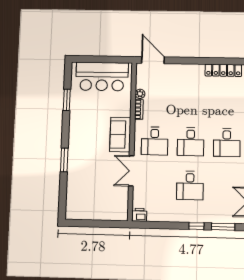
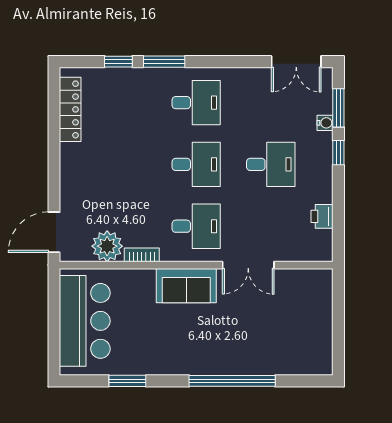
plant: (140, 94) -> (107, 246), width x1.87, depth x1.87
window: (64, 160) -> (232, 381), width x2.11
printer: (140, 215) -> (322, 216), moved
water cooler: (214, 218) -> (325, 123), added

